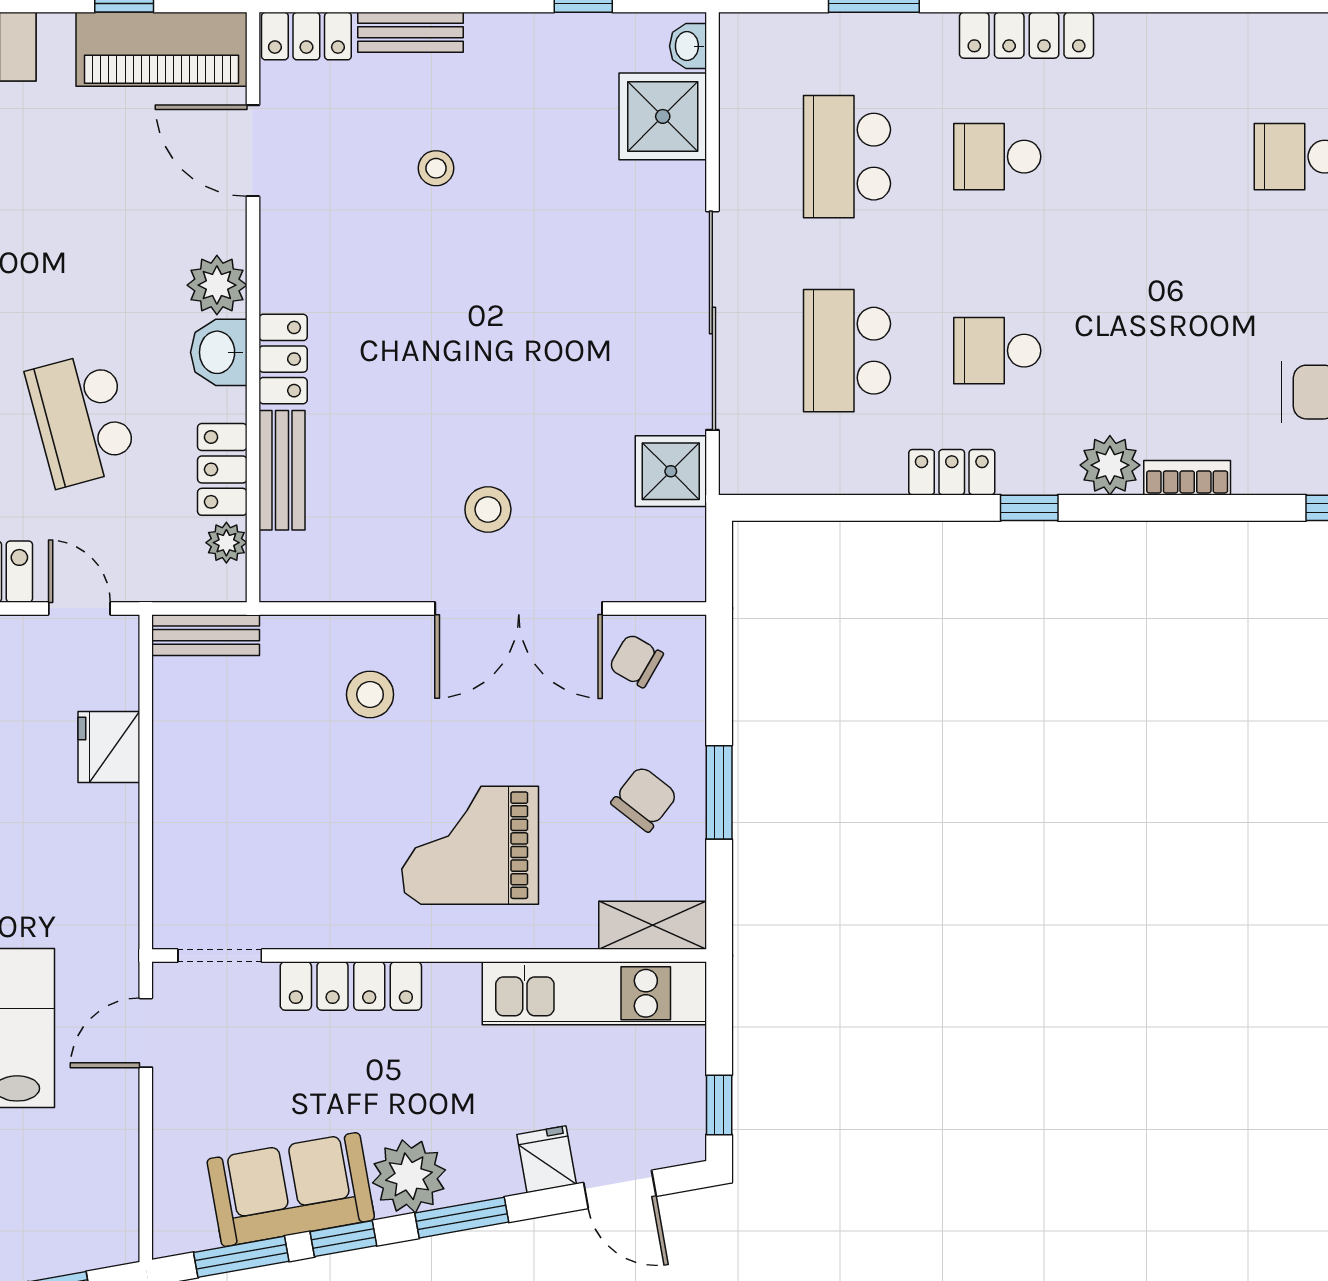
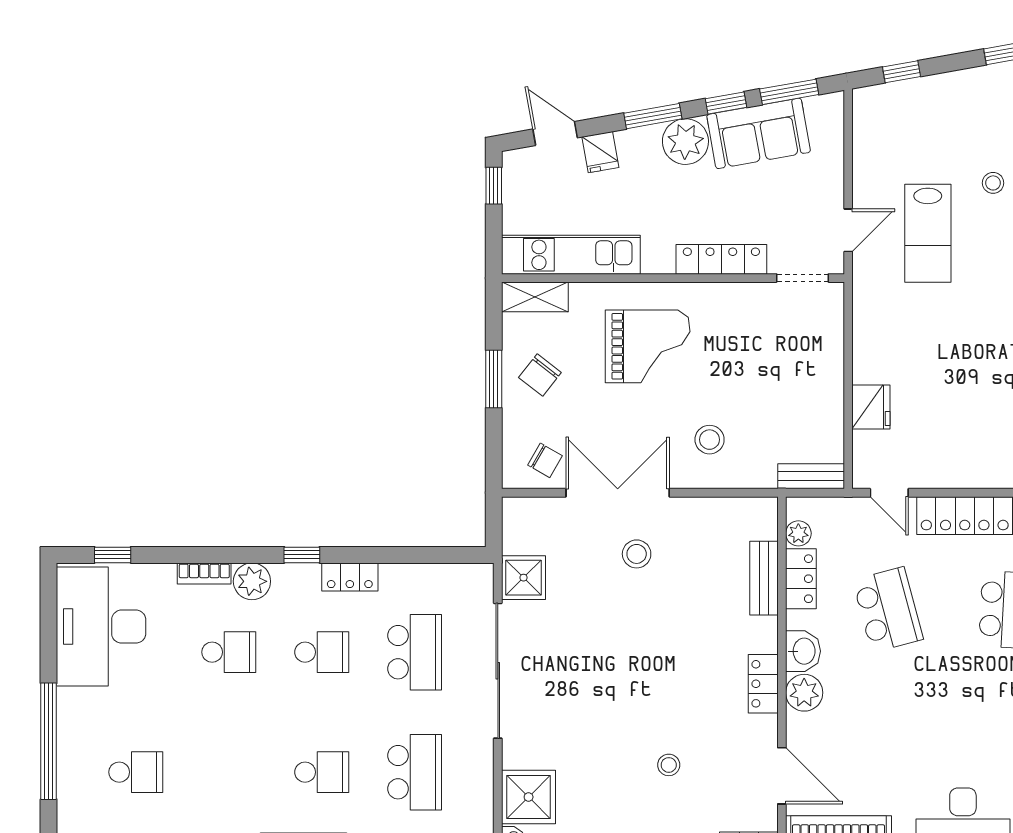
school desk: (1147, 351) -> (229, 652), added
locker: (283, 359) -> (763, 684), moved

